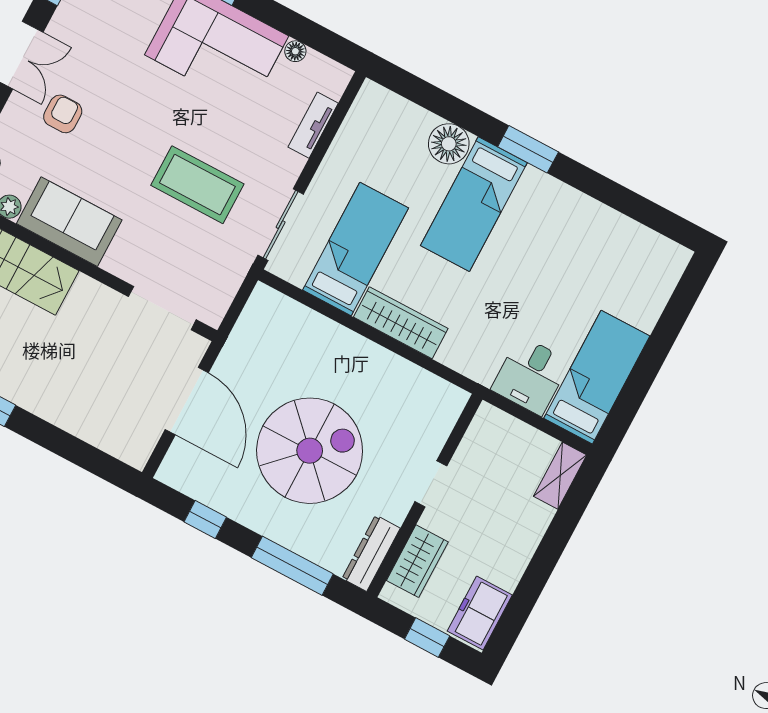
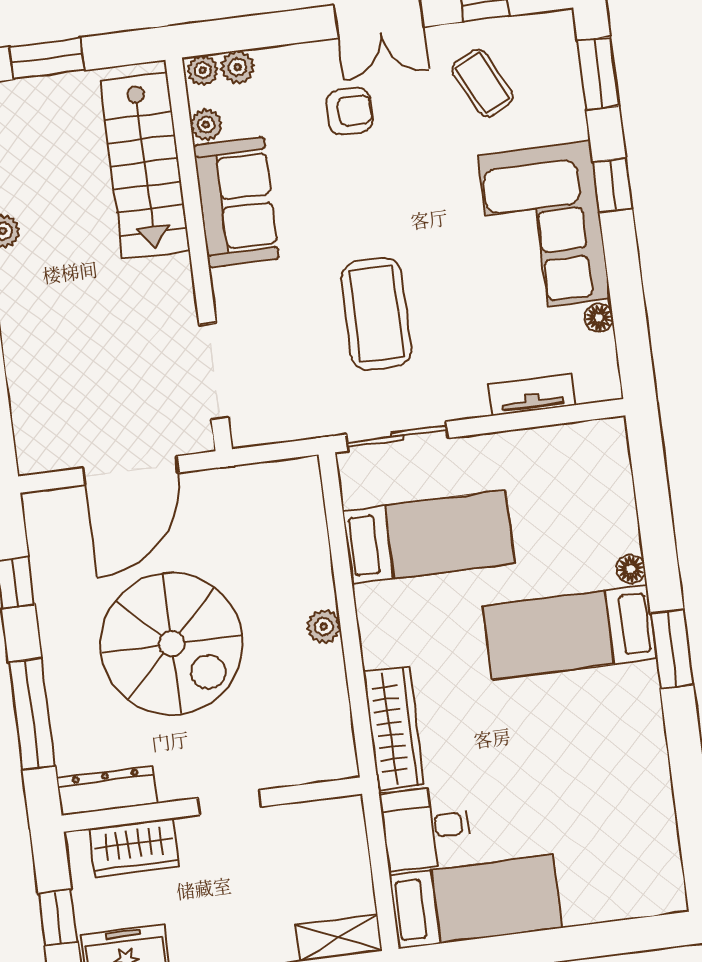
coffee table: (103, 21) -> (482, 83), added
floor lamp: (449, 144) -> (631, 569), width x0.53, depth x0.53
wardrobe: (401, 323) -> (394, 728), moved
plant: (365, 351) -> (324, 626), added

